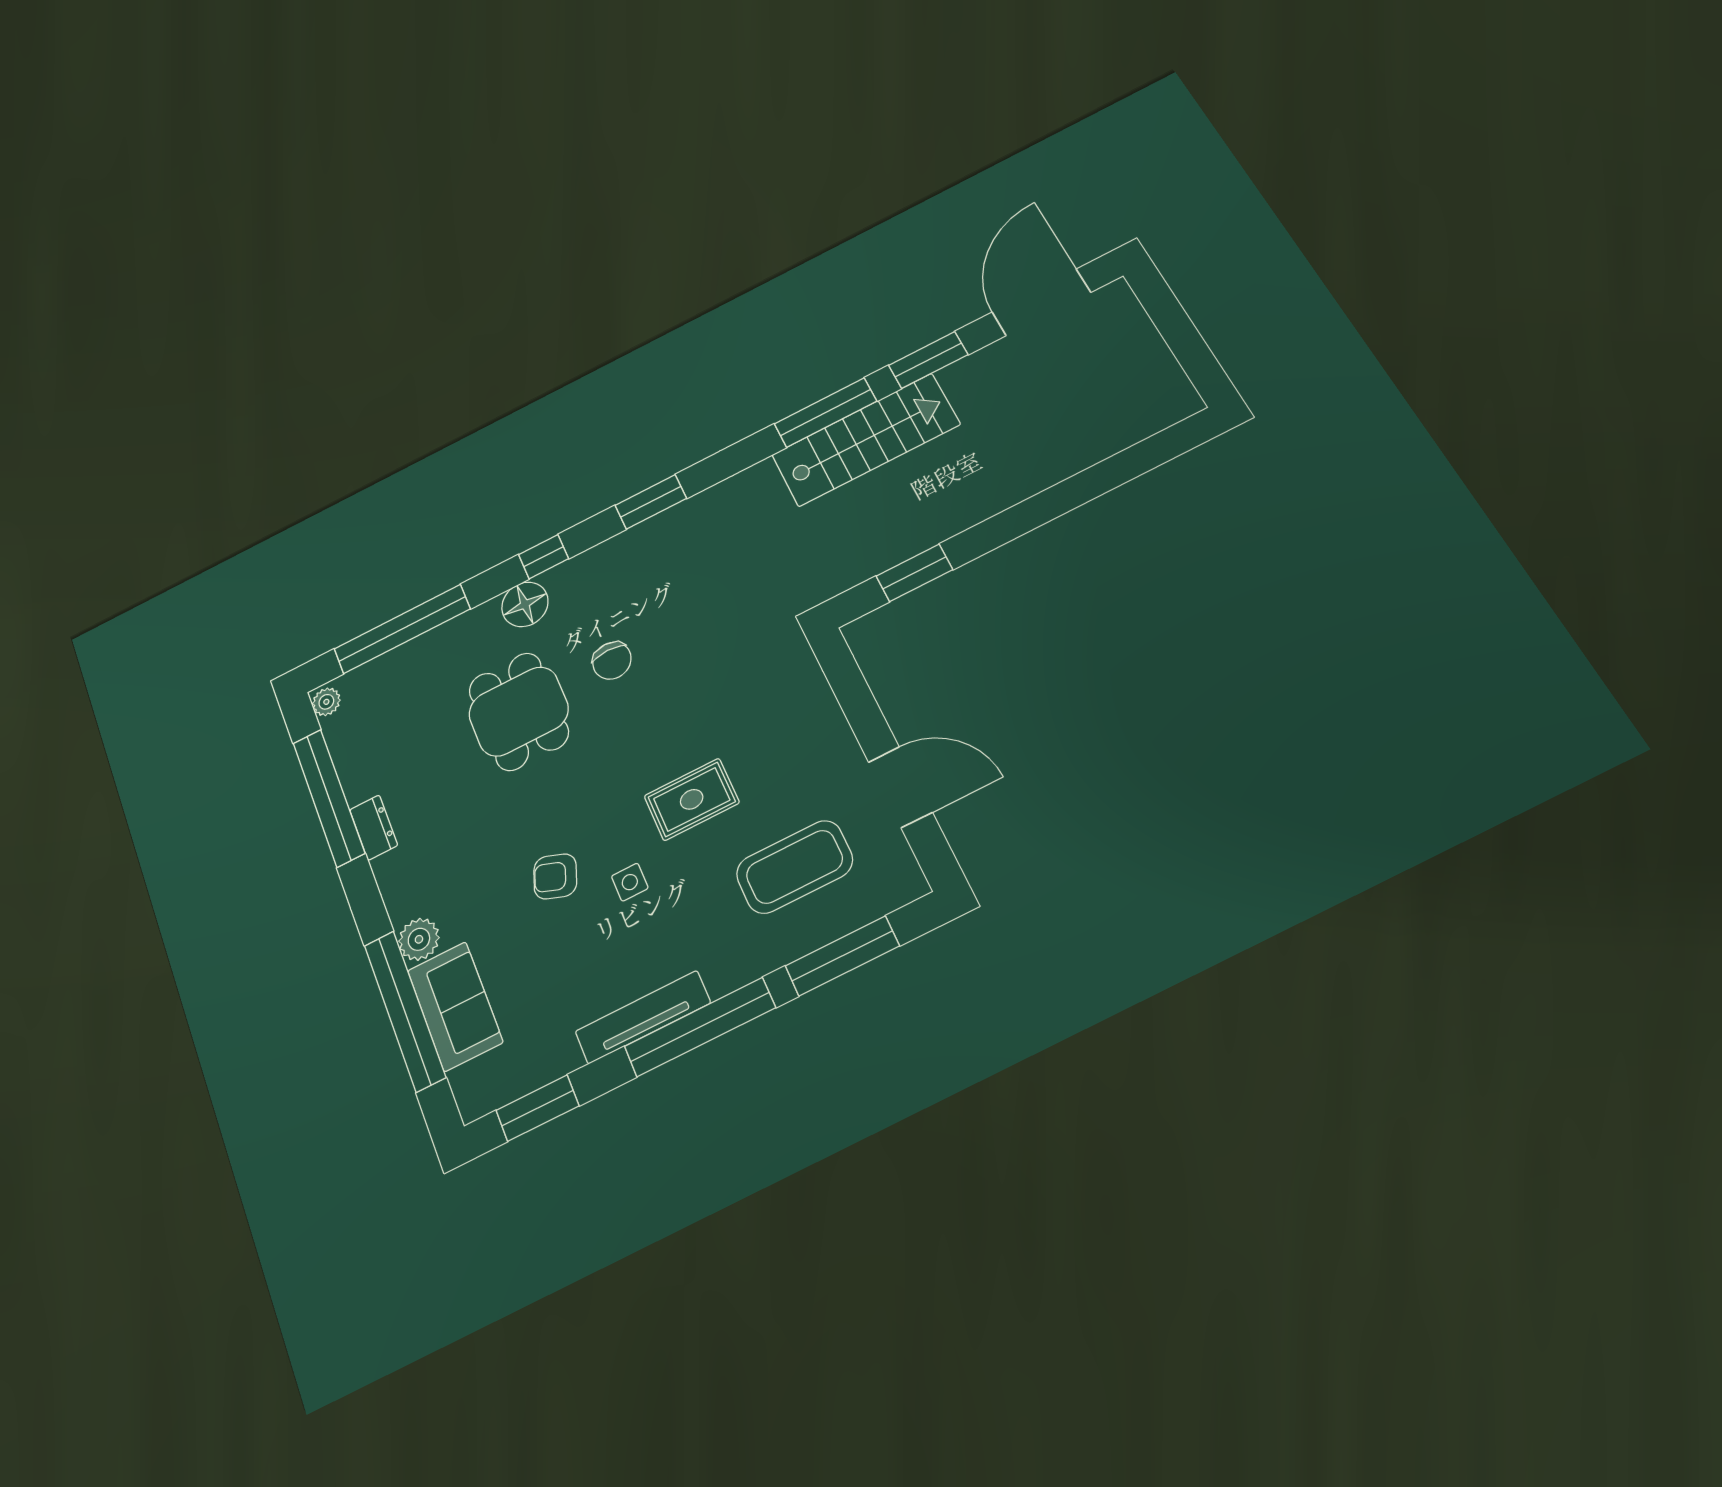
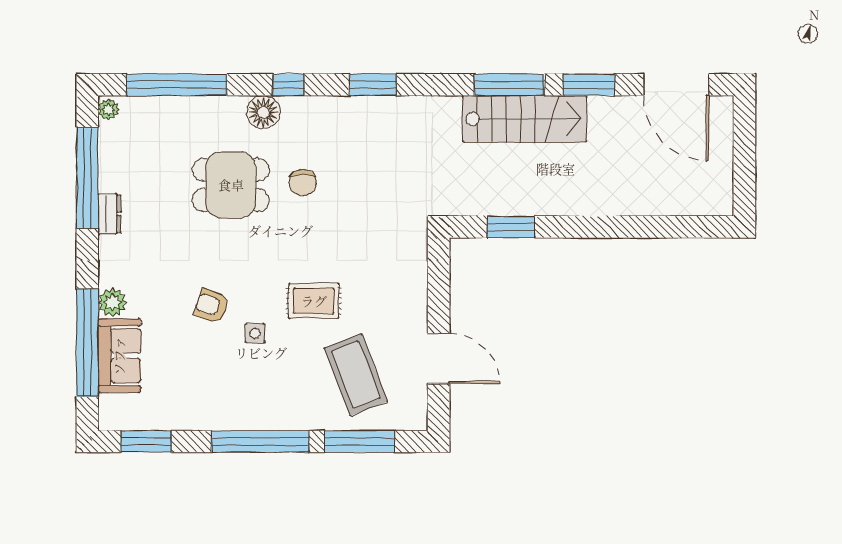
door: (1041, 302) -> (676, 85), swing flipped
dining table: (519, 711) -> (231, 185), turned 90
coffee table: (794, 867) -> (356, 375), turned 69
tv unit: (643, 1017) -> (229, 419), removed

